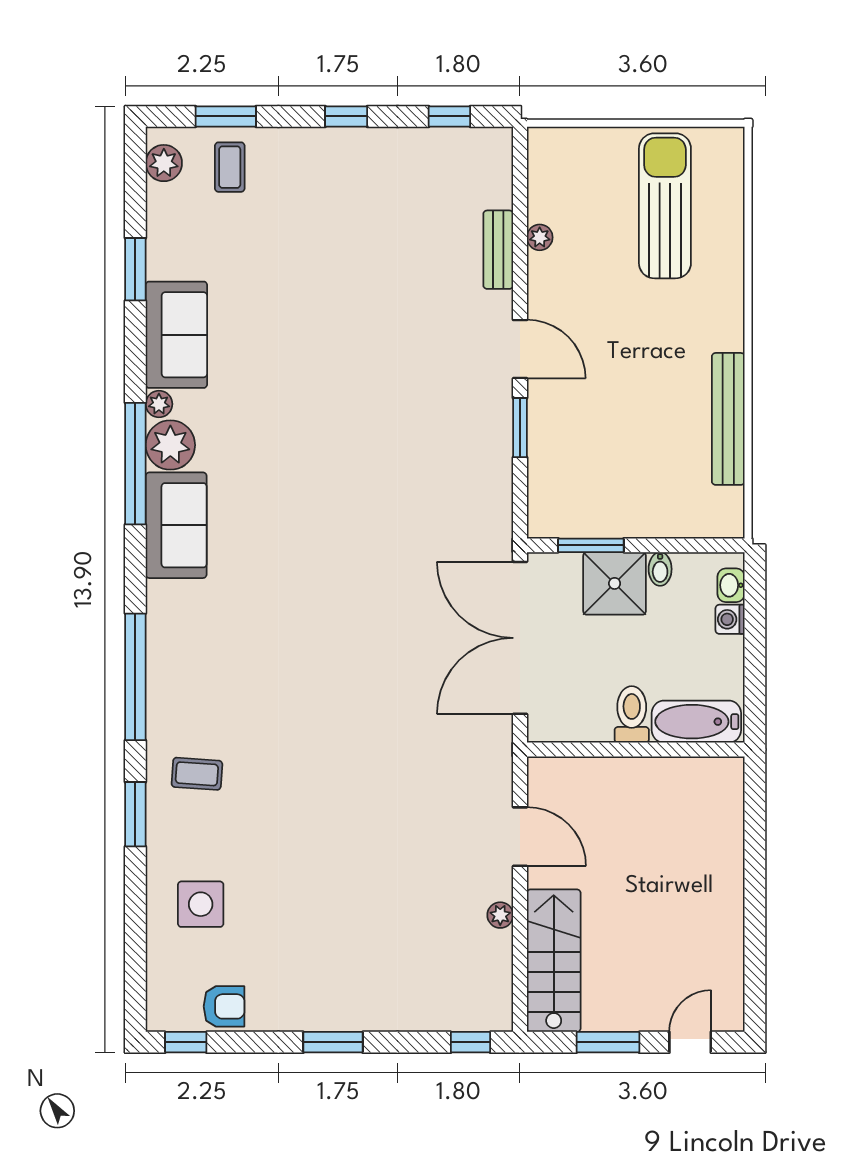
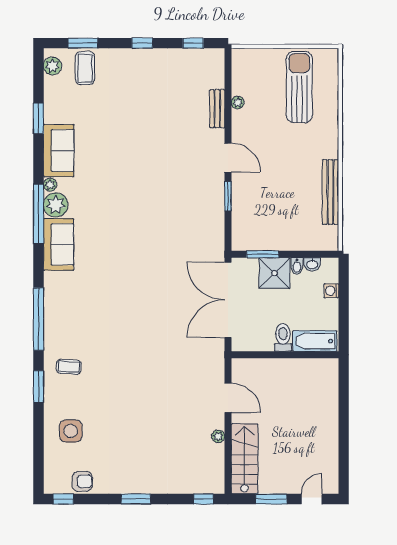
coffee table: (230, 167) -> (85, 68), width x1.36, depth x1.30
washbasin: (731, 585) -> (312, 264), moved, turned -90

